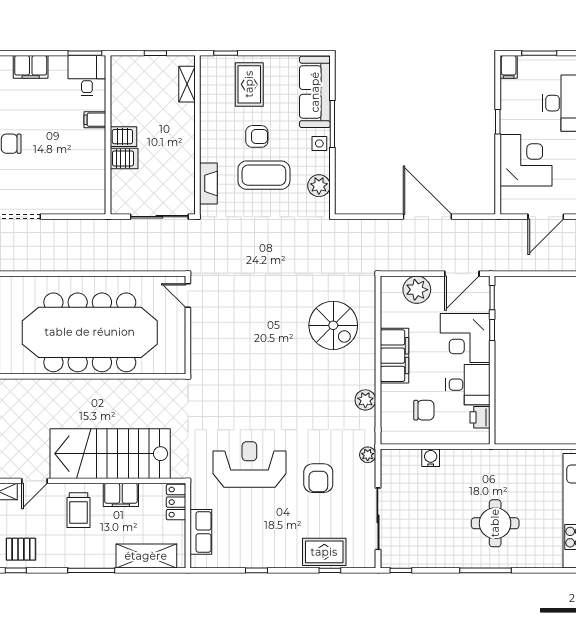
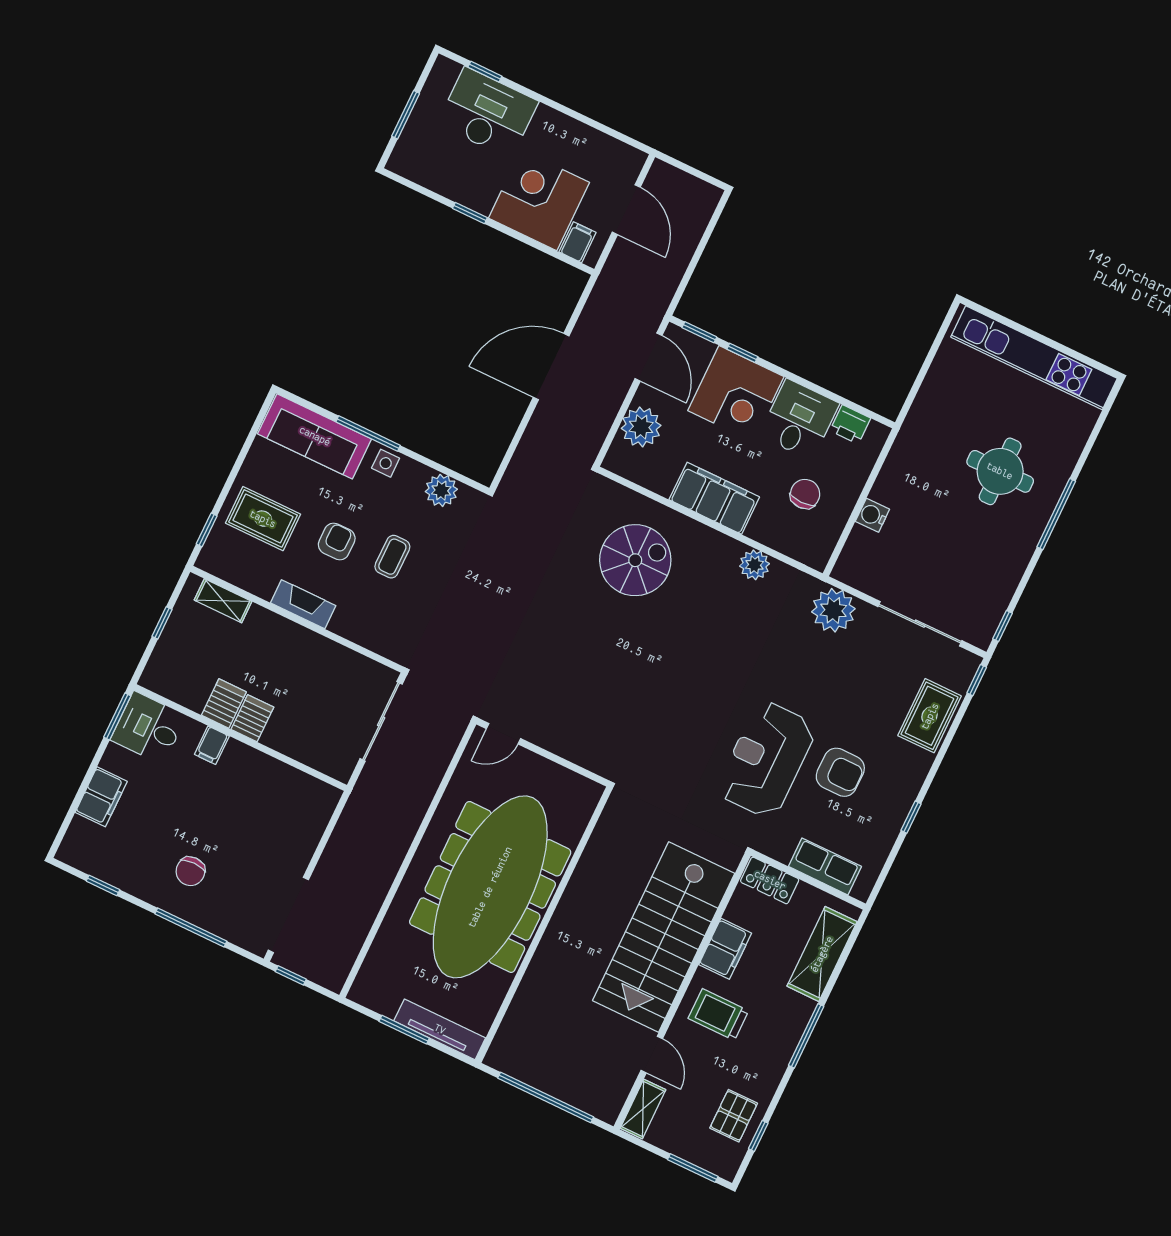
filing cabinet: (509, 67) -> (577, 242), moved, turned -90
server rack: (124, 158) -> (224, 704), moved
coffee table: (264, 175) -> (392, 557), width x0.54, depth x0.58
fireplace: (208, 183) -> (303, 604), moved
plant: (368, 455) -> (833, 610), width x1.87, depth x1.87
armchair: (318, 478) -> (840, 772), moved
trolley: (79, 510) -> (718, 1015), turned 180
window: (330, 570) -> (977, 680), moved

